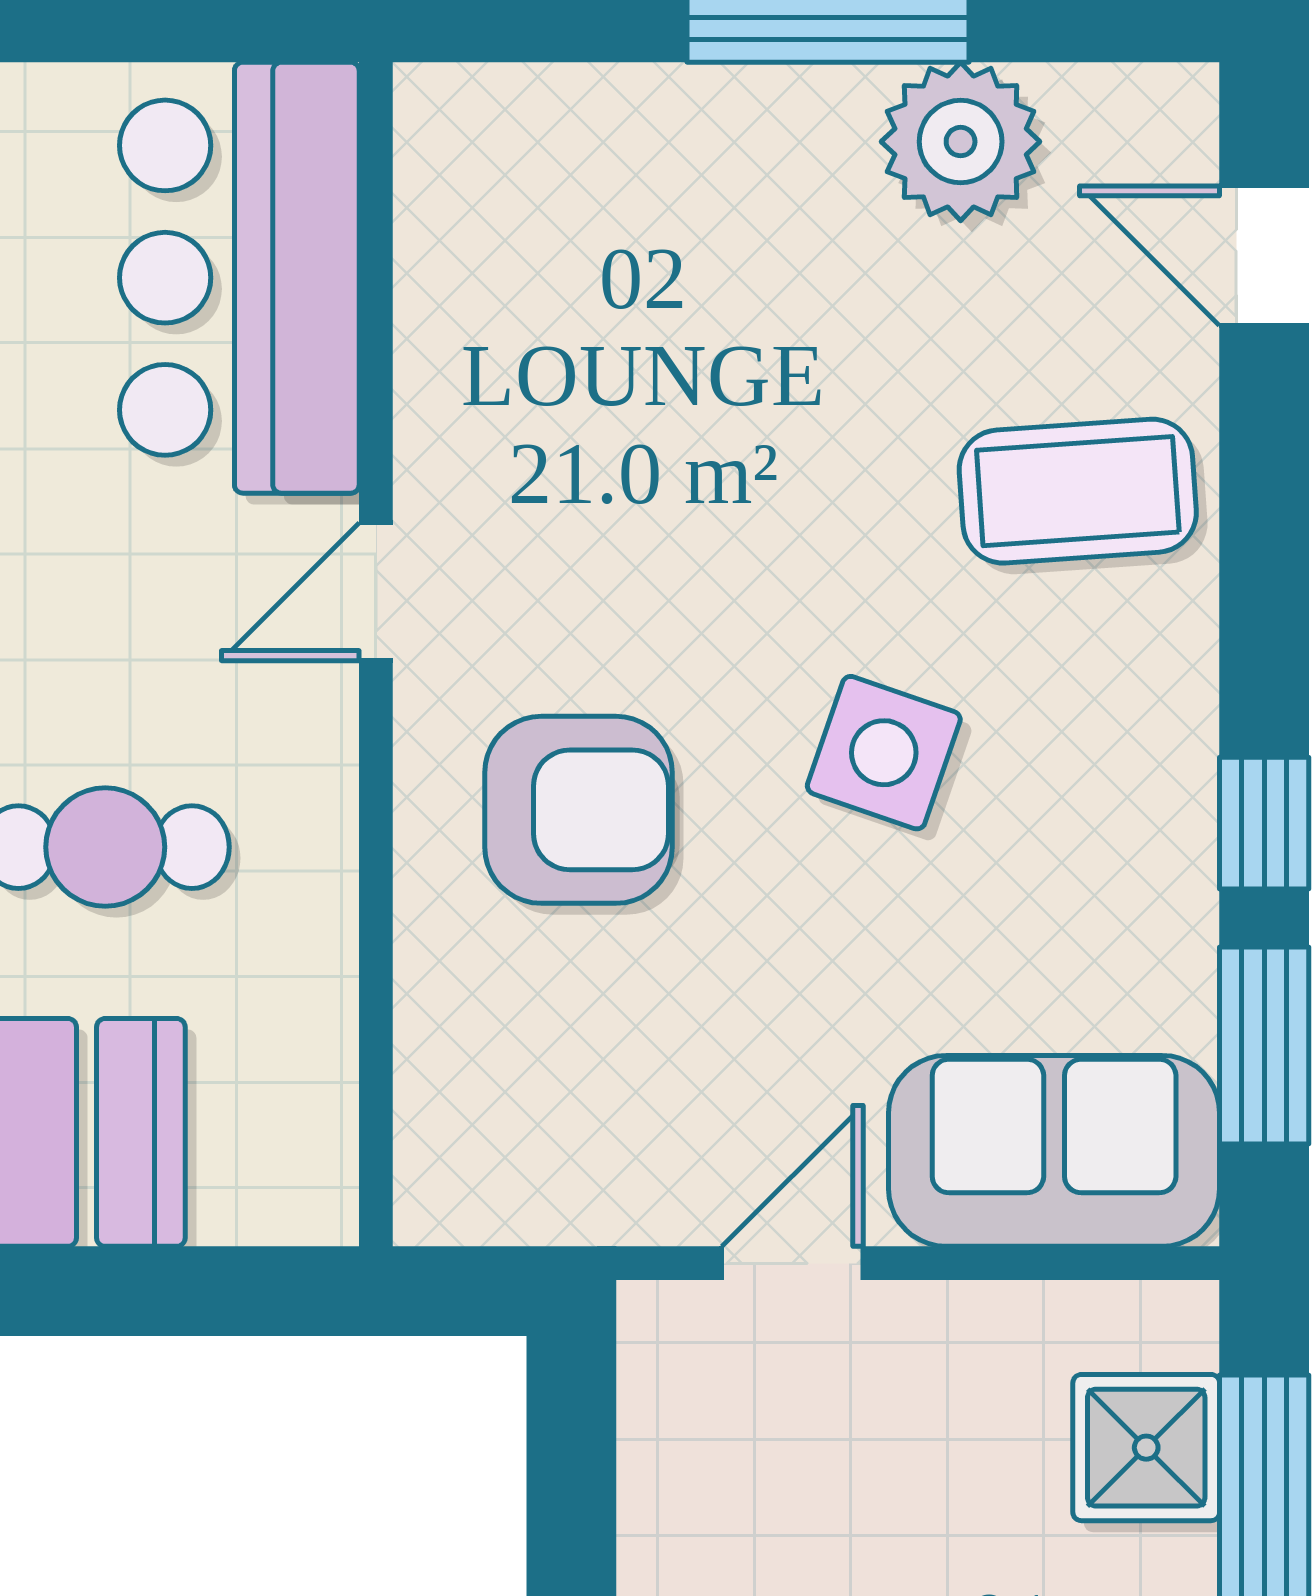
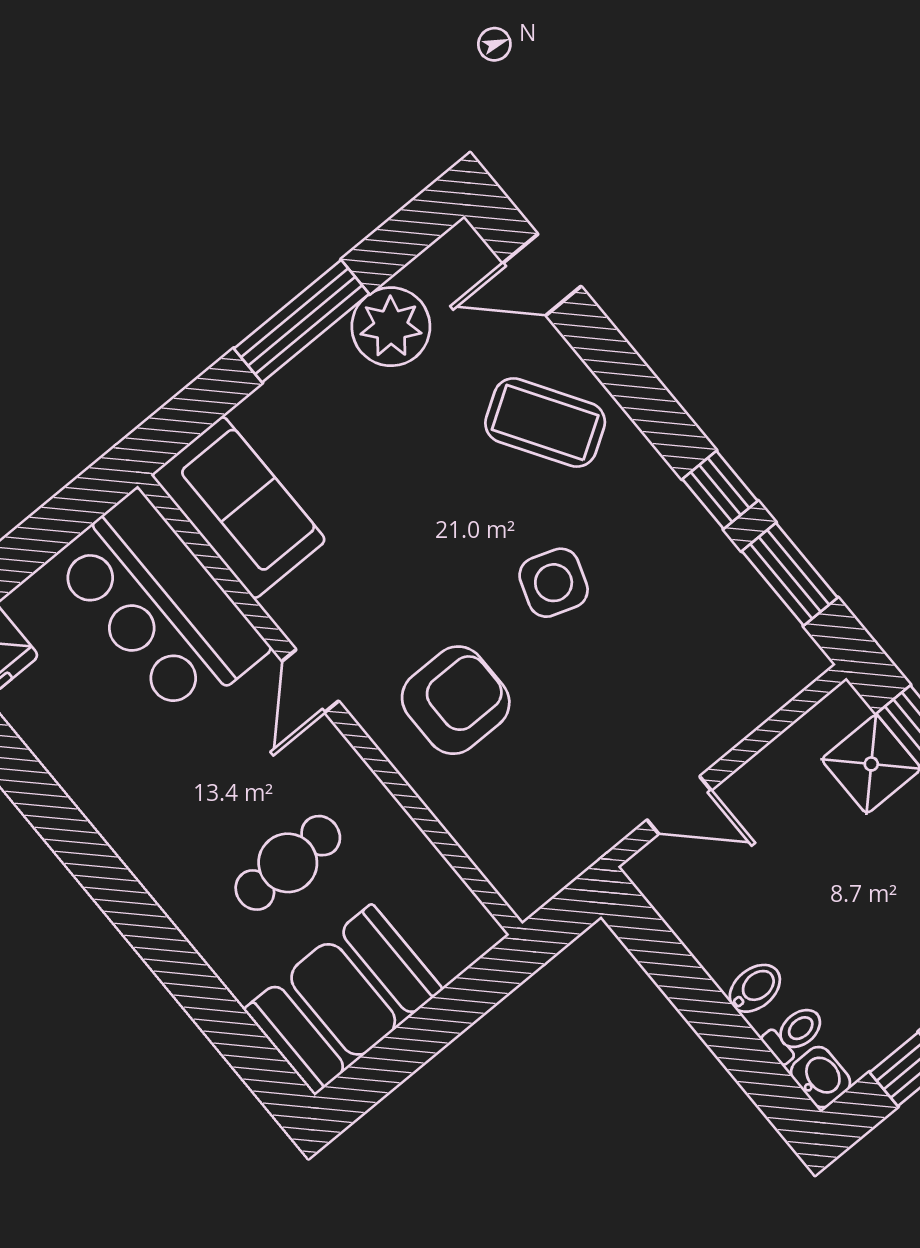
coffee table: (1078, 491) -> (545, 423), turned 62
sofa: (1054, 1151) -> (239, 508), moved, turned 90
door: (792, 1263) -> (679, 805), swing flipped

